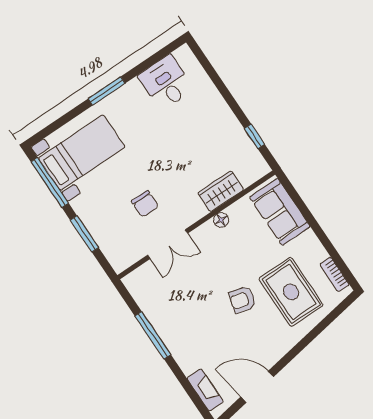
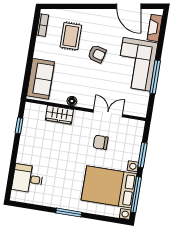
desk: (166, 82) -> (28, 179), moved, turned 90
bed with nightstands: (82, 153) -> (109, 187), width x1.36
chair: (145, 204) -> (101, 142), turned -90
rug: (291, 292) -> (71, 36), width x0.73, depth x0.70
corner sofa: (187, 330) -> (137, 64), added

